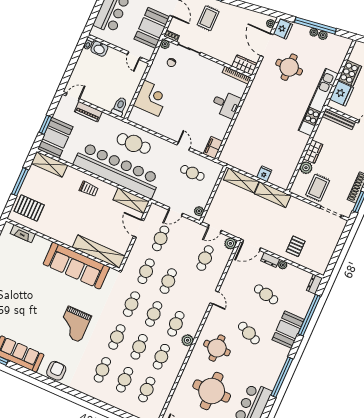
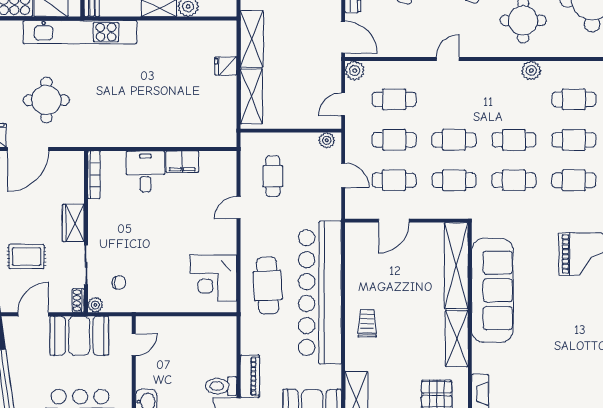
wardrobe: (244, 65) -> (73, 223), moved
corner desk: (151, 98) -> (213, 278), moved, turned -90
toilet: (119, 107) -> (221, 386), moved
filing cabinet: (213, 148) -> (182, 162), moved
shelving: (131, 201) -> (457, 339), moved
door: (215, 229) -> (343, 104), swing flipped
cafe table: (176, 324) -> (394, 140), moved

